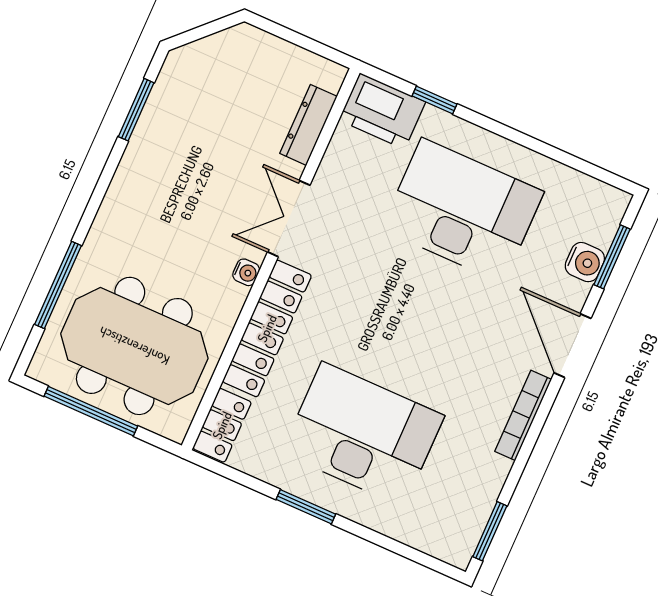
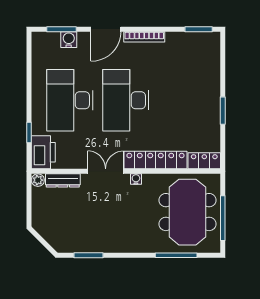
plant: (331, 75) -> (38, 180), added
double door: (289, 219) -> (106, 171), swing flipped
desk: (363, 434) -> (126, 100), moved

